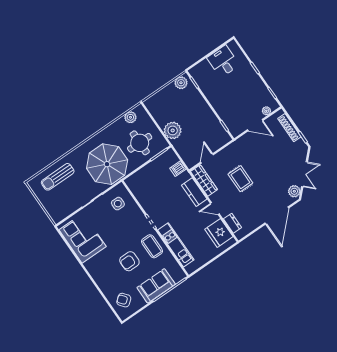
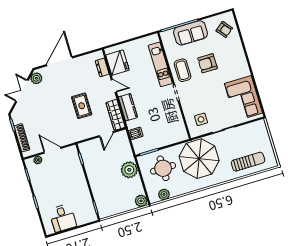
plant: (181, 83) -> (141, 201), moved
armchair: (129, 261) -> (208, 63), turned 180

